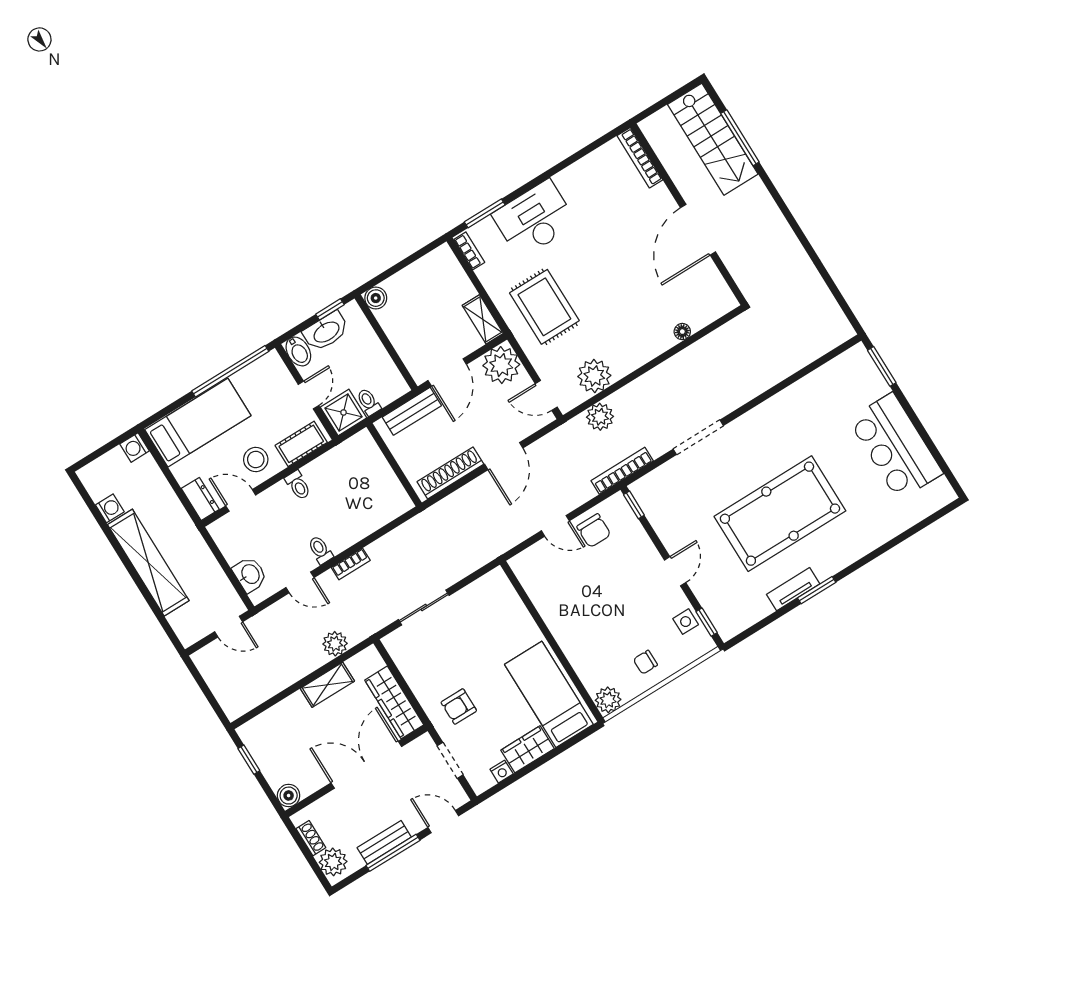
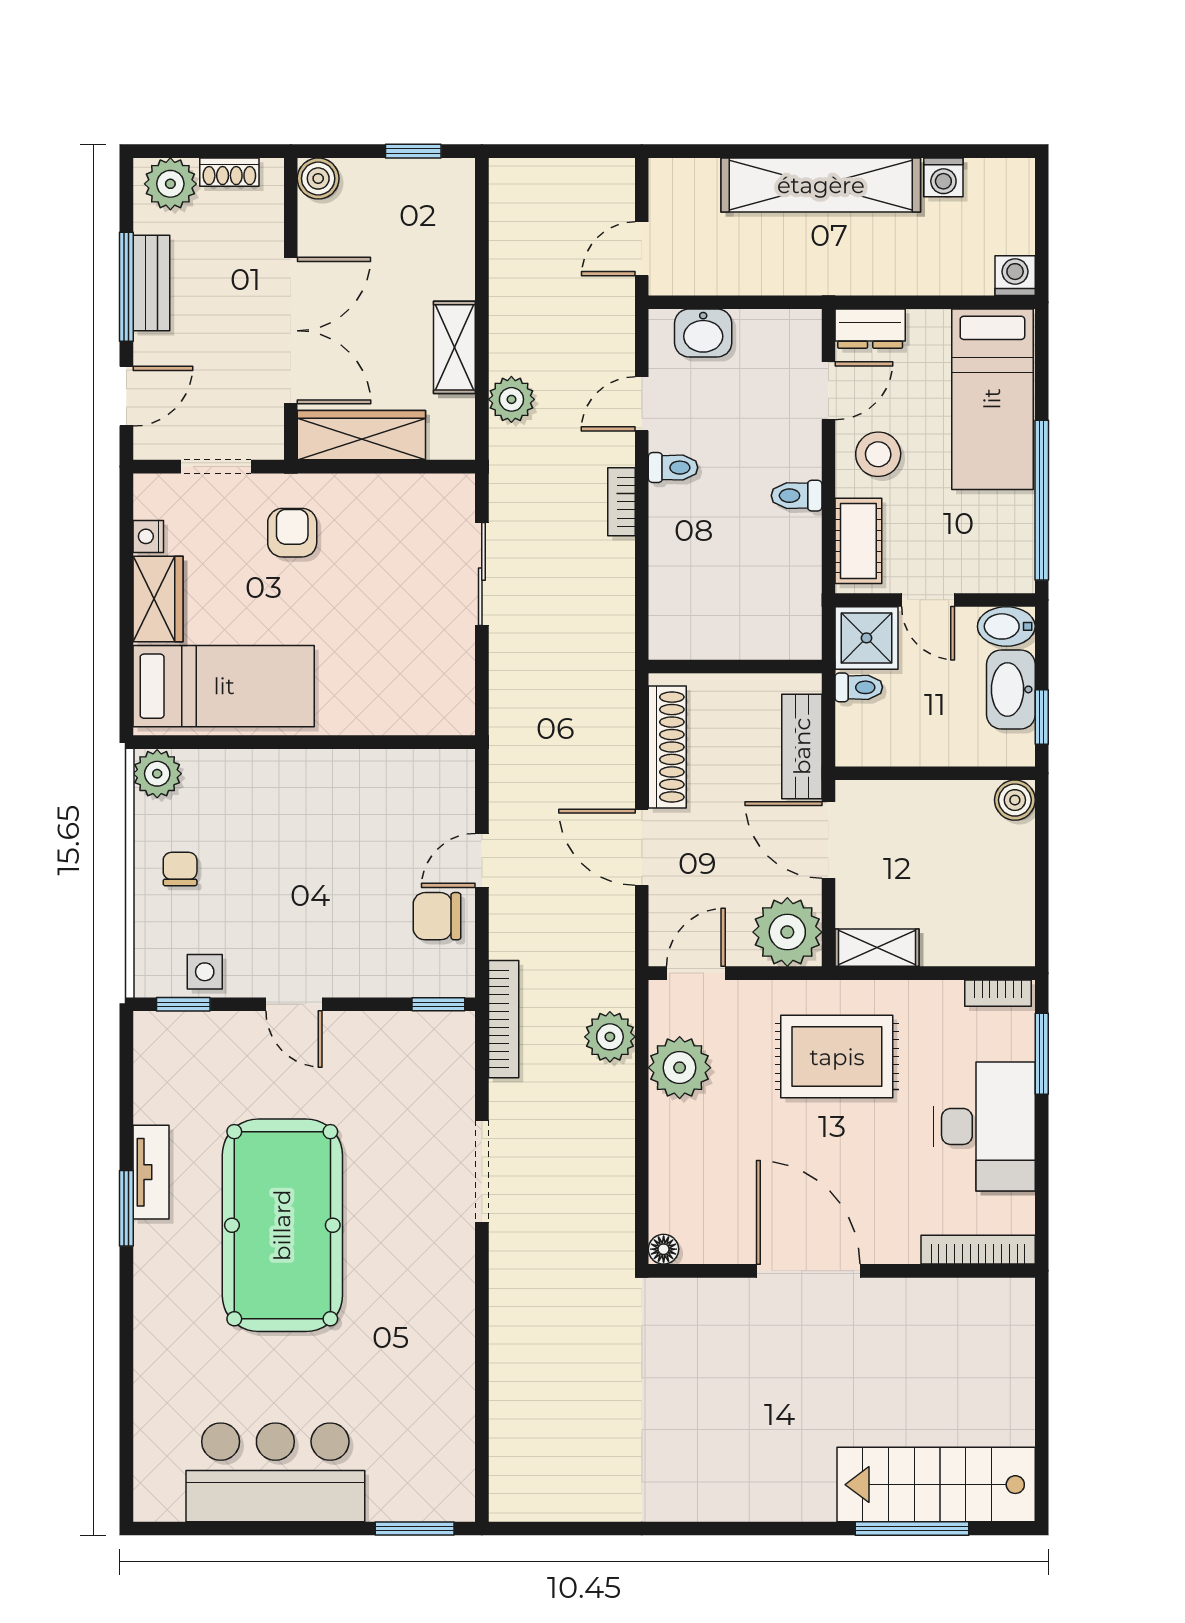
bookcase: (640, 158) -> (978, 1250), moved
wall: (688, 214) -> (842, 1271), moved
door: (698, 230) -> (808, 1271), moved

